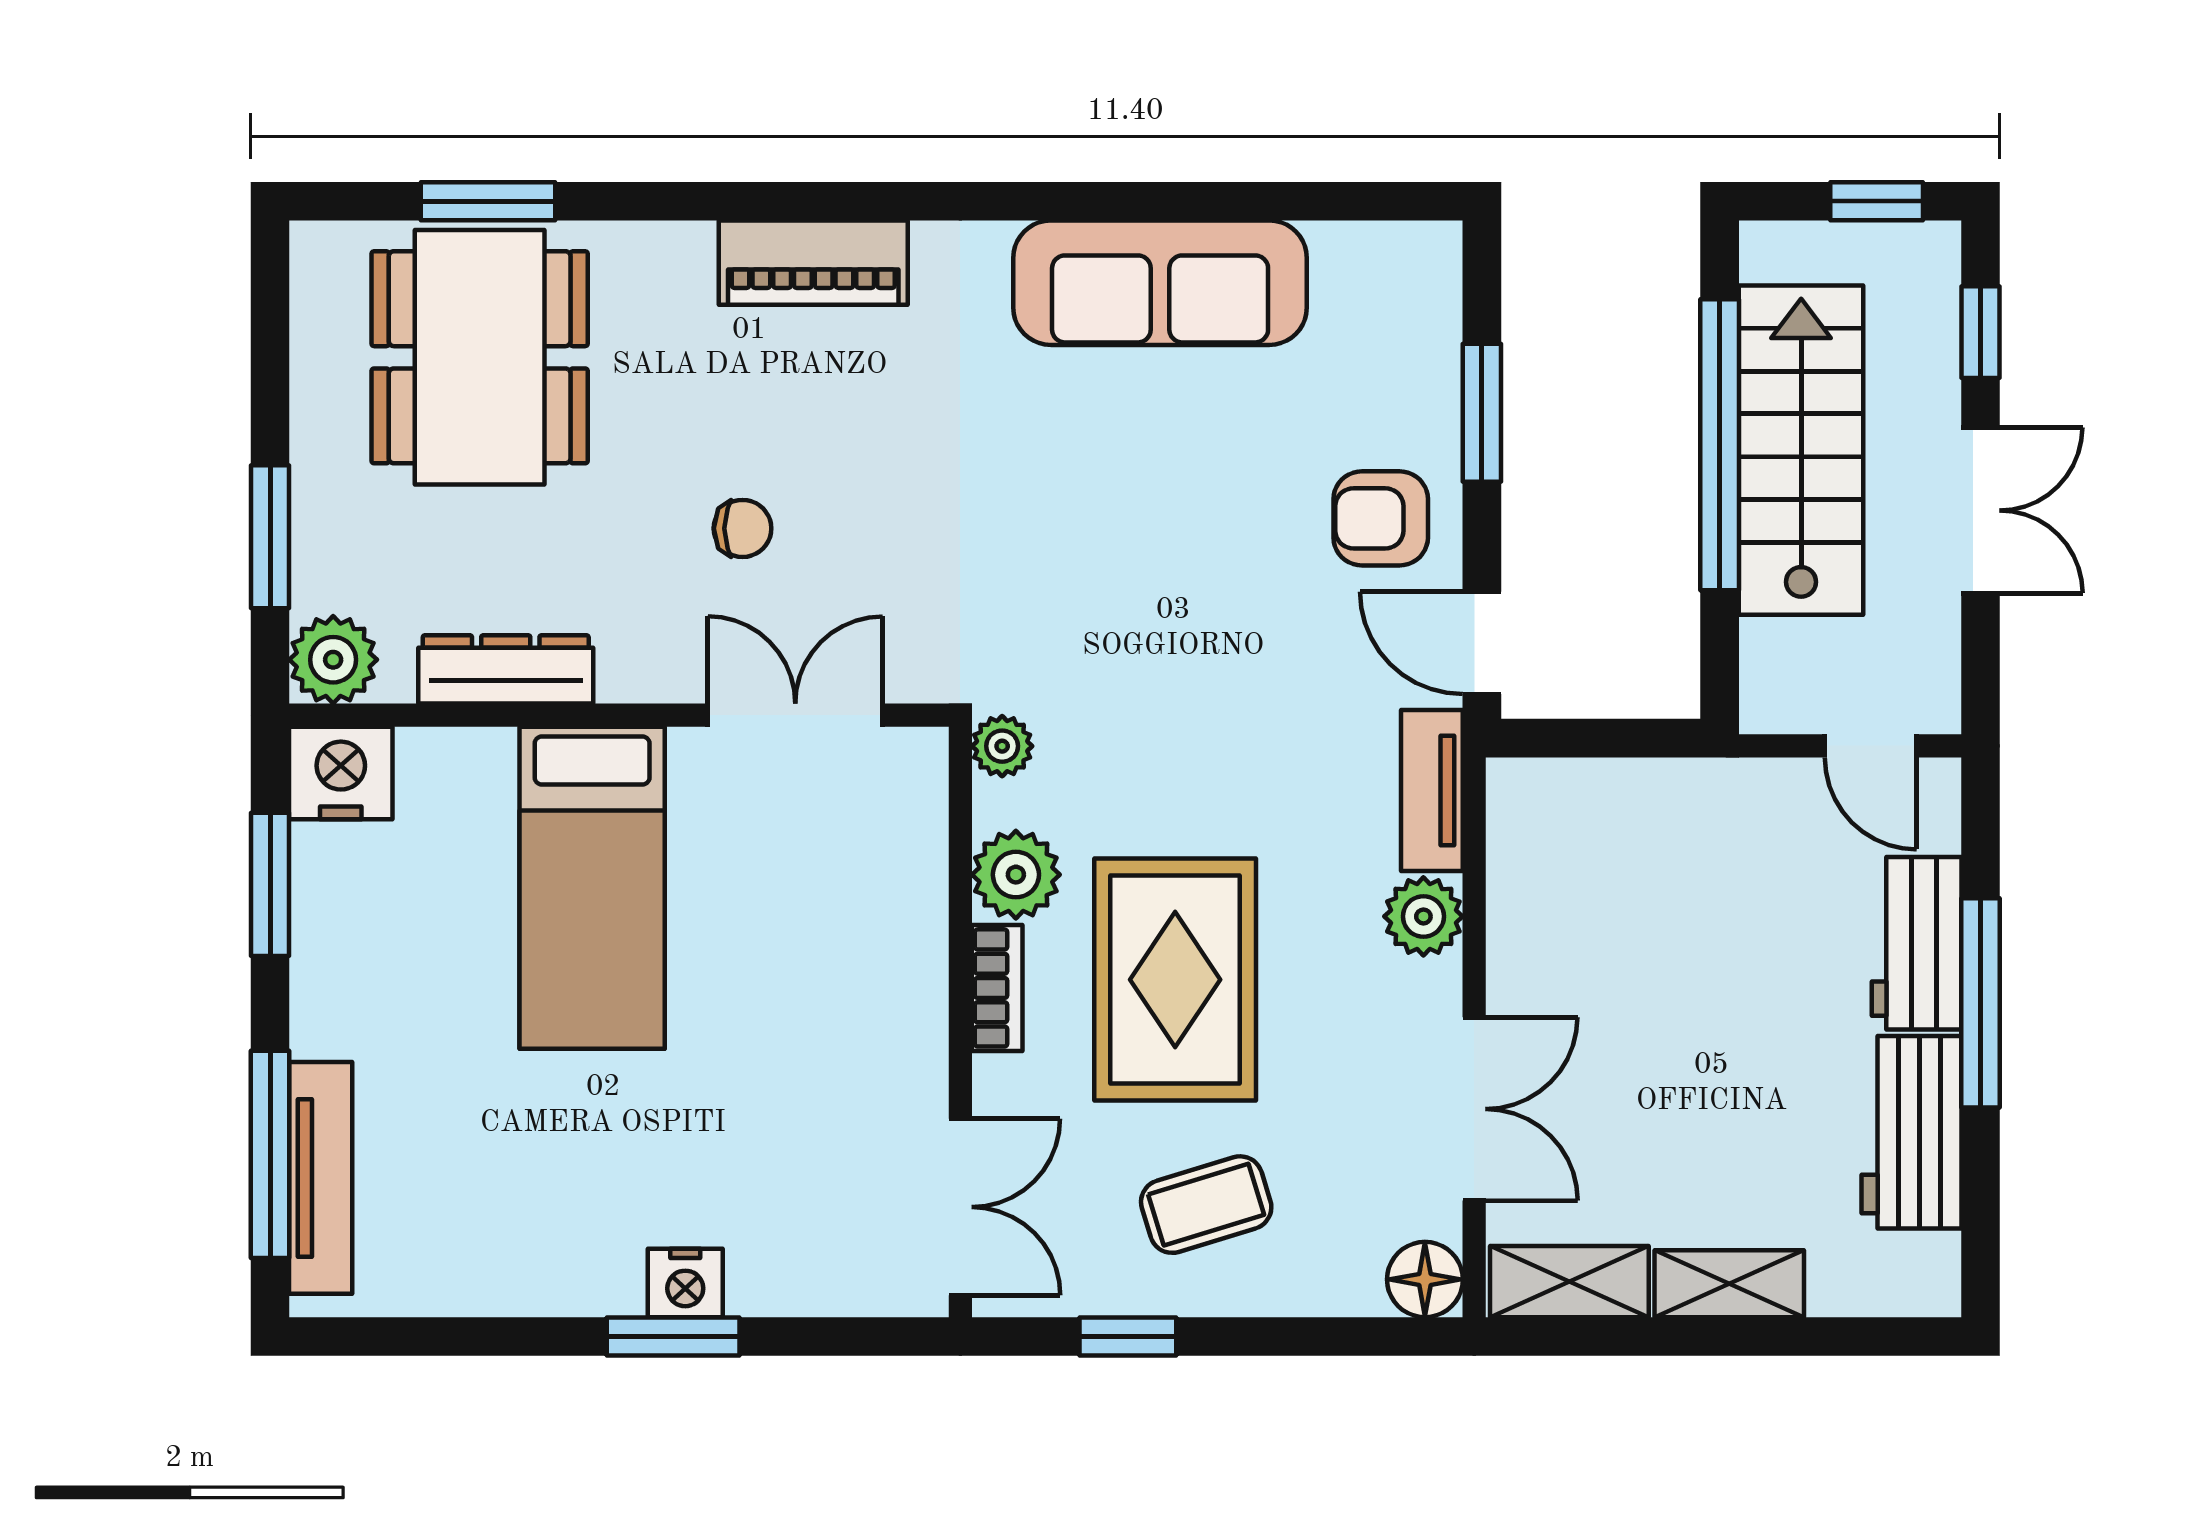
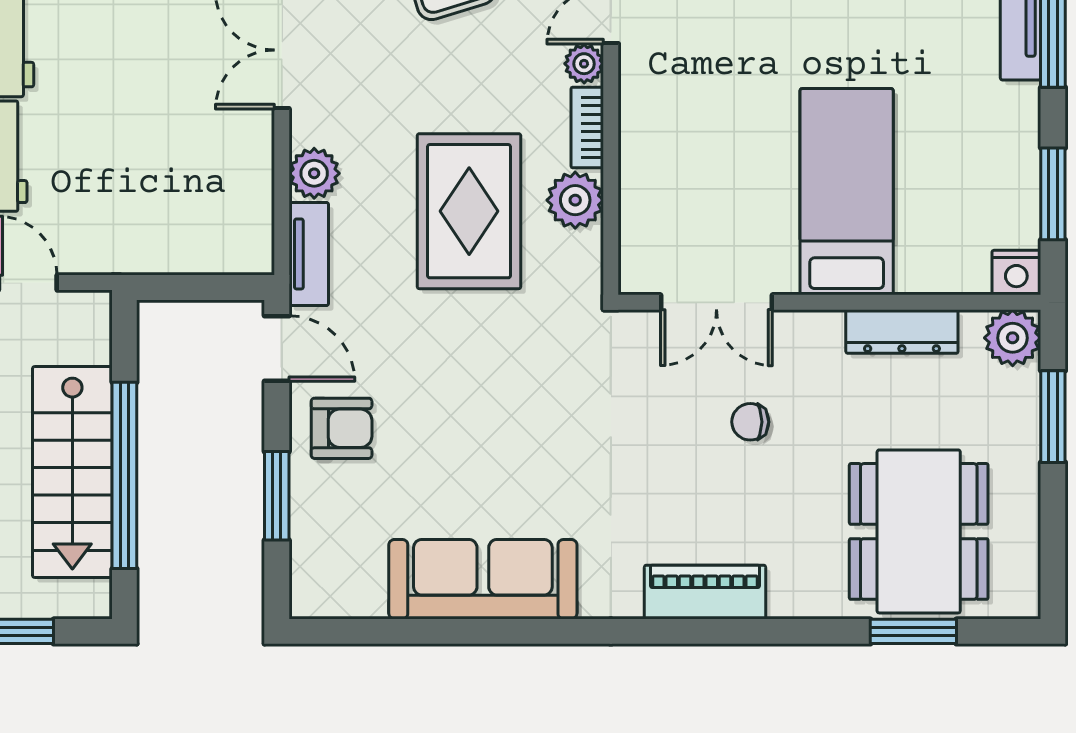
plant: (1002, 746) -> (584, 64), moved
nightstand: (341, 773) -> (1016, 273), width x0.74, depth x0.75
rug: (1175, 980) -> (469, 211), moved

